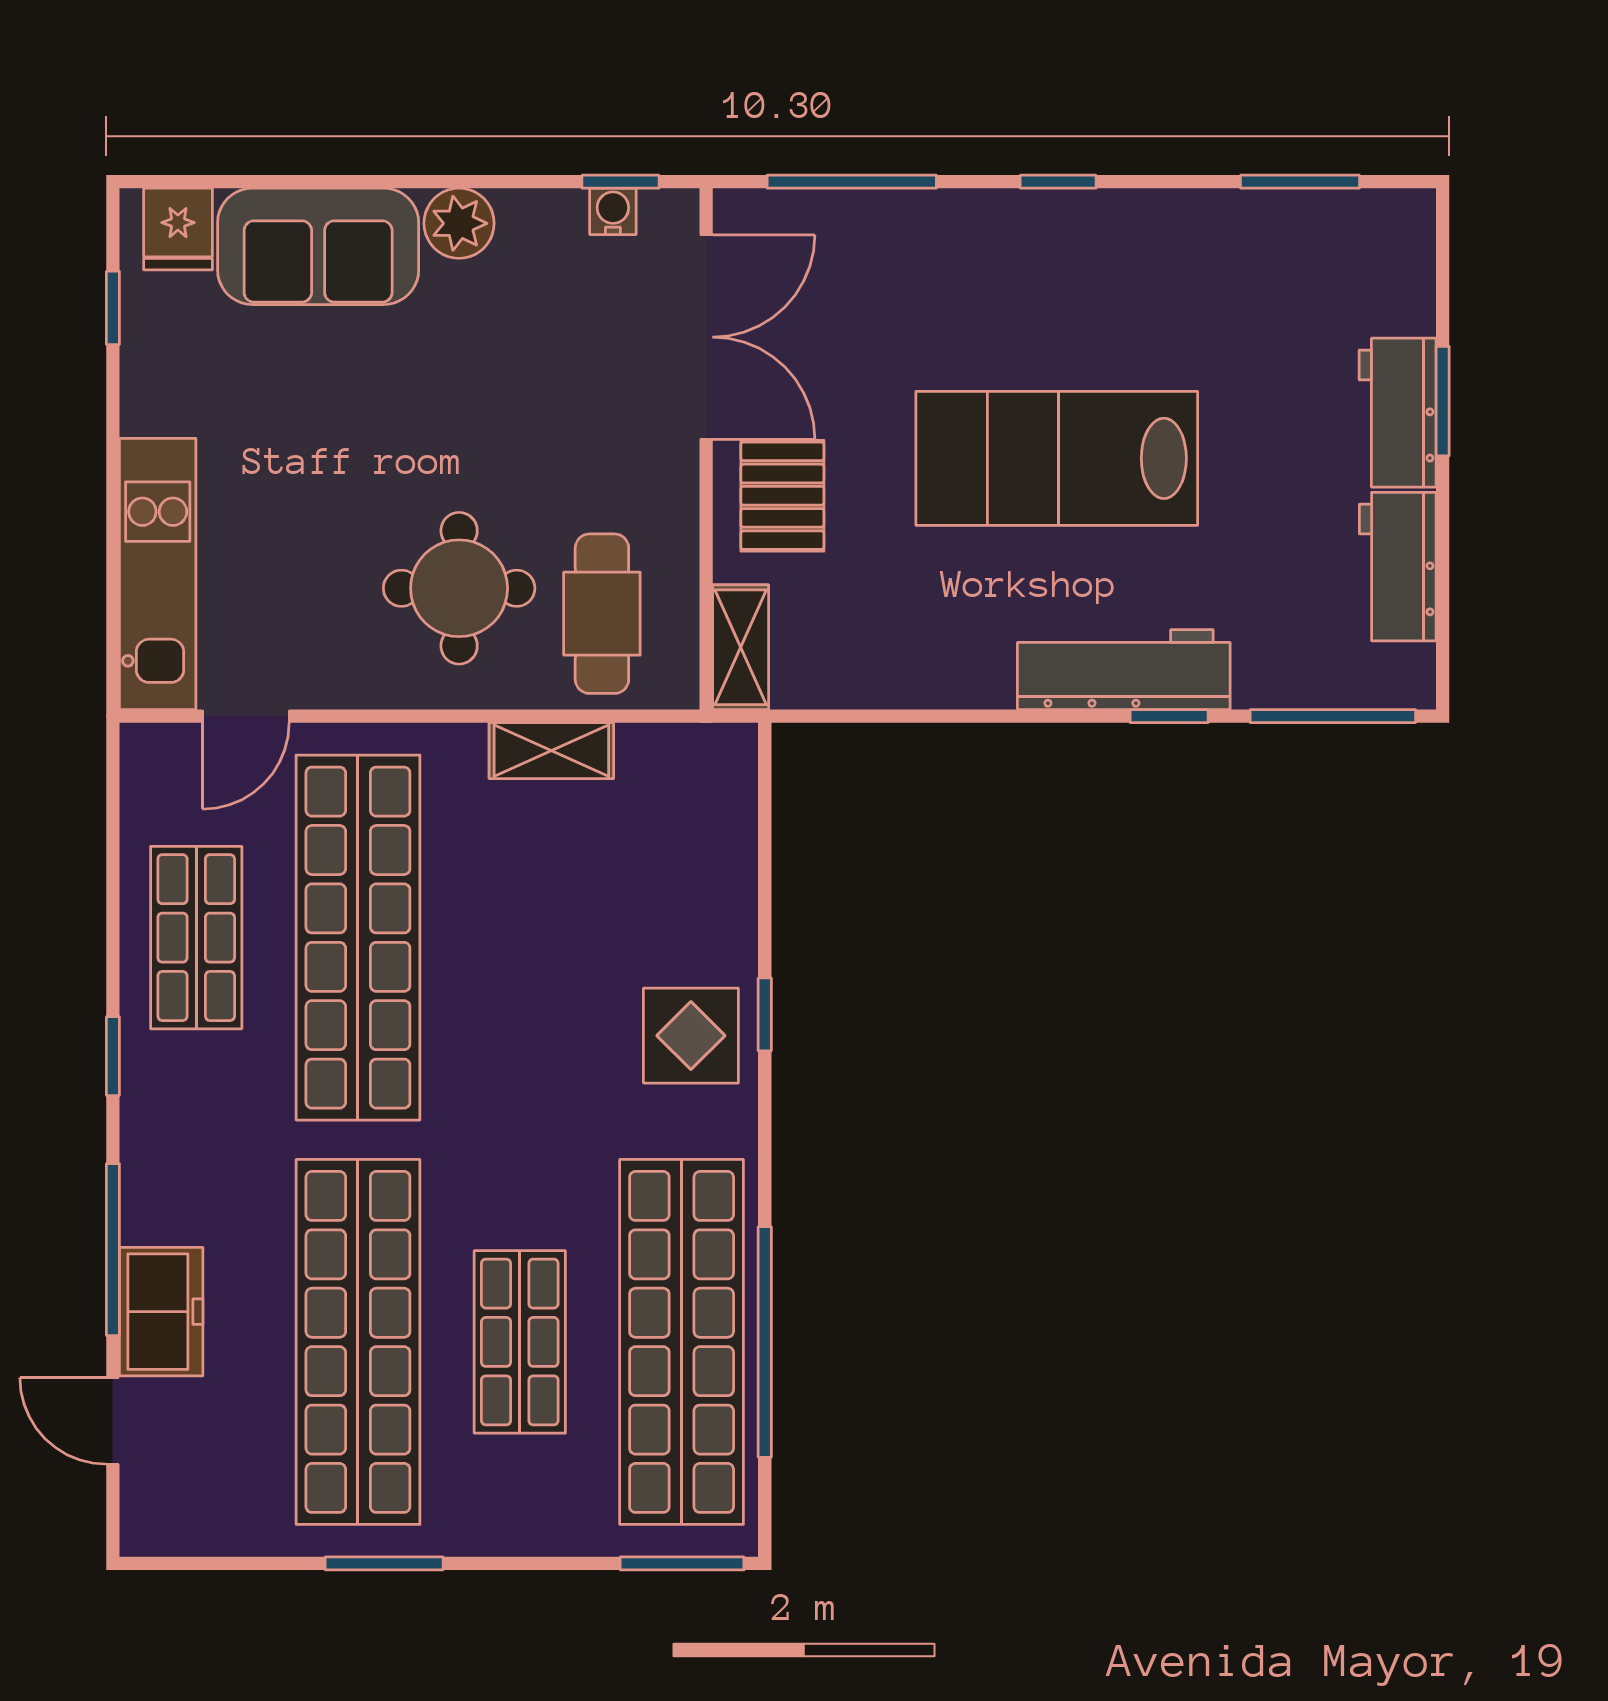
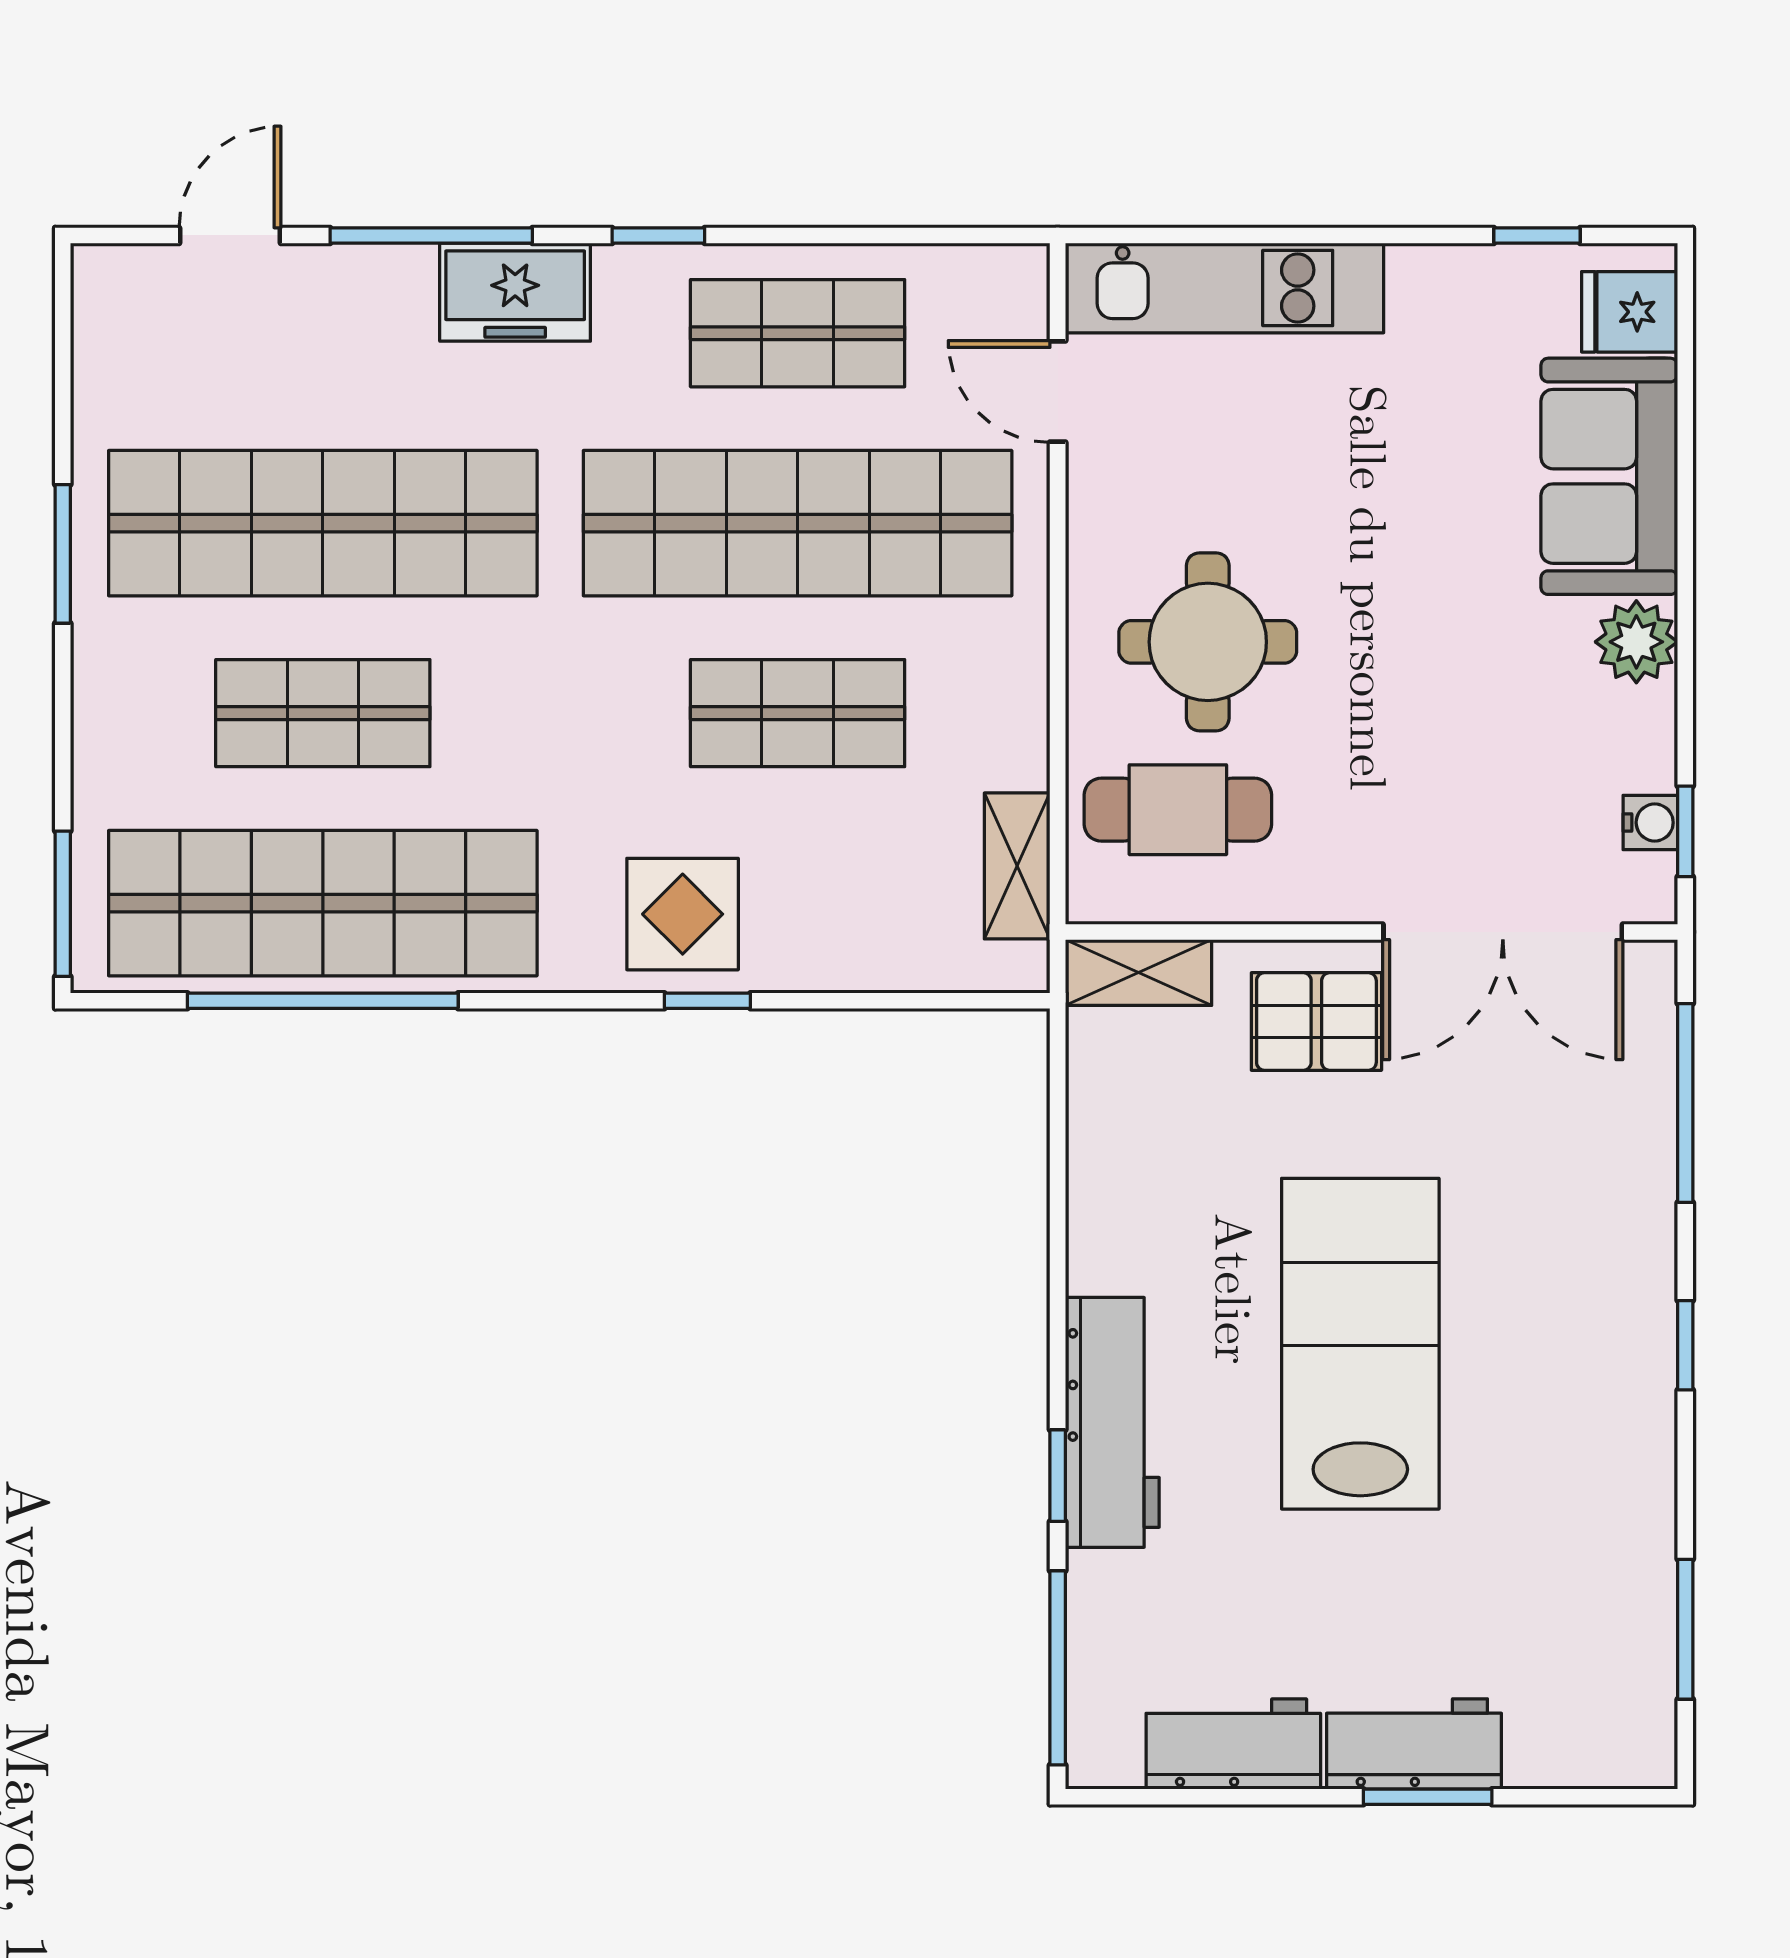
shelving: (551, 751) -> (1017, 866), moved
shop shelf: (520, 938) -> (798, 713), added
freezer: (161, 1312) -> (515, 292), moved

